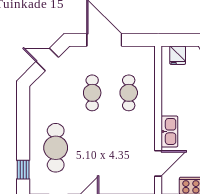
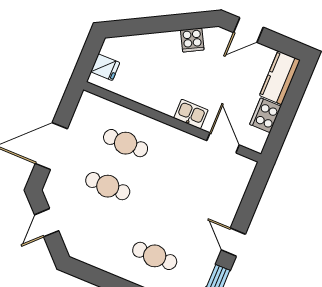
kitchen sink: (169, 131) -> (191, 114), width x0.73
cafe table: (56, 148) -> (155, 256), width x0.73, depth x0.74

